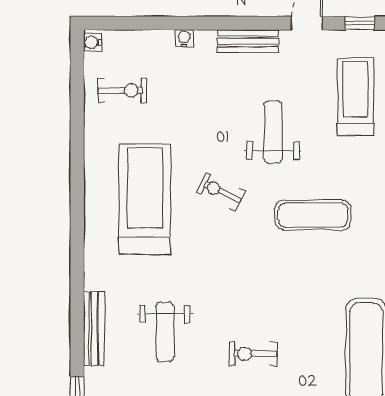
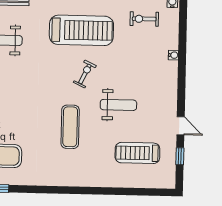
bench: (248, 41) -> (171, 92), removed
exercise bike: (123, 90) -> (144, 19), turned 90
treadmill: (356, 97) -> (137, 153), turned 180

